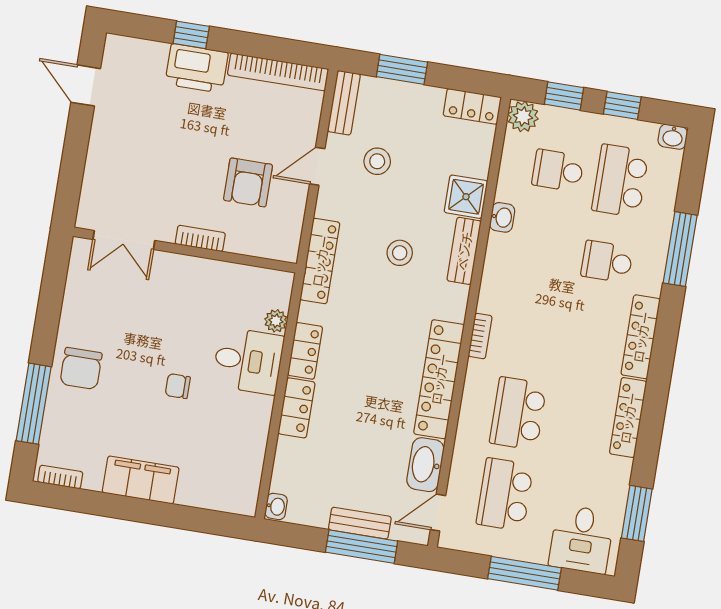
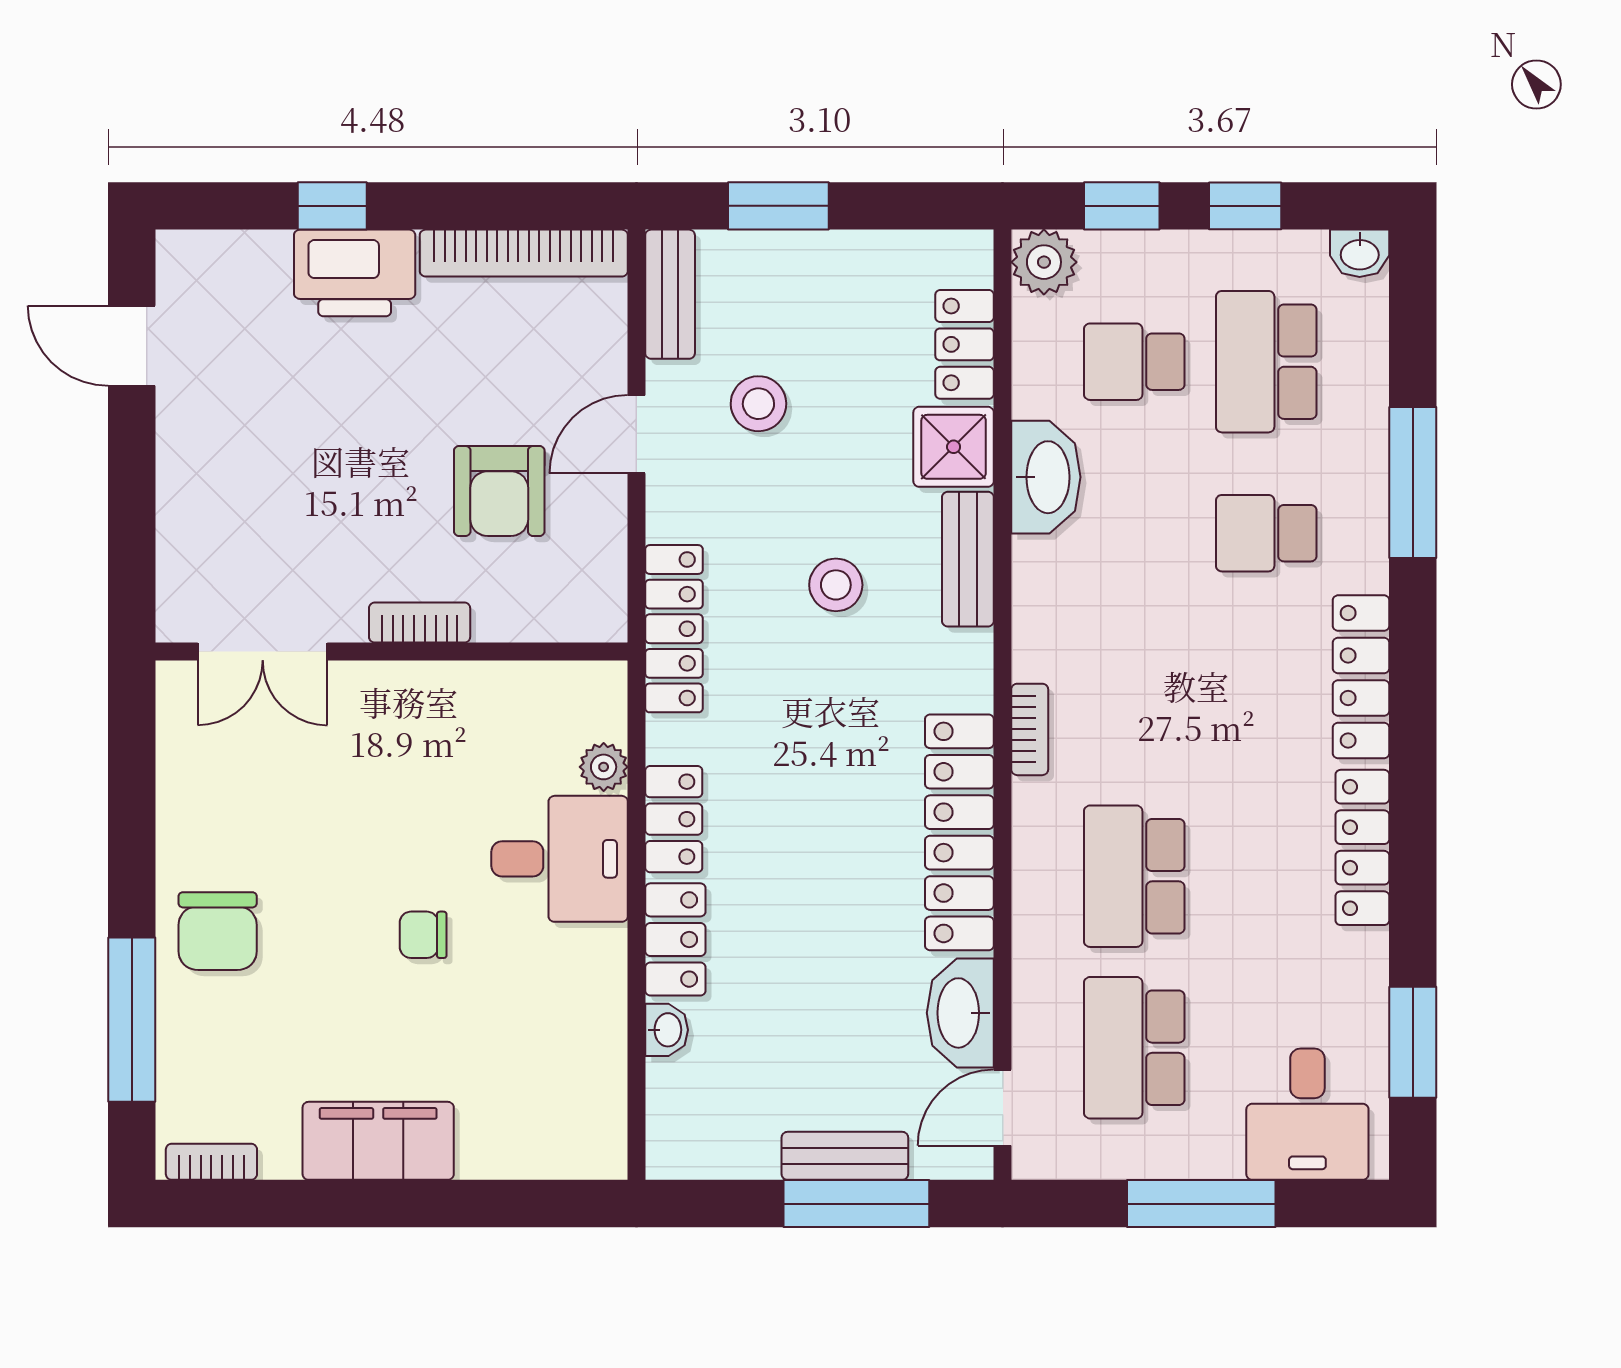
locker: (472, 106) -> (965, 344), moved, turned 90
washbasin: (502, 217) -> (1046, 477), width x1.91, depth x1.45
washbasin: (276, 506) -> (667, 1030), moved

